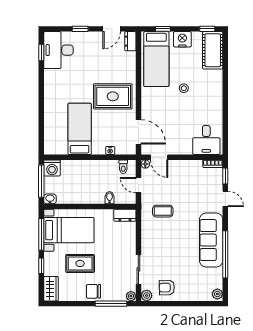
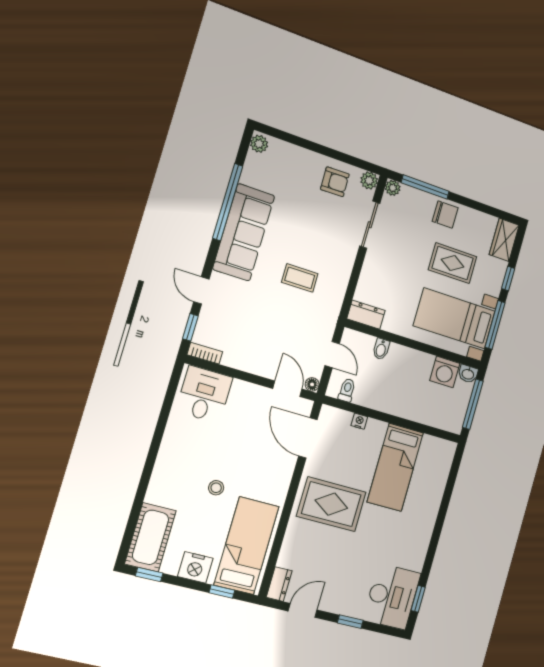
washing machine: (52, 168) -> (445, 372), moved, turned 180
coffee table: (163, 211) -> (300, 278), moved

